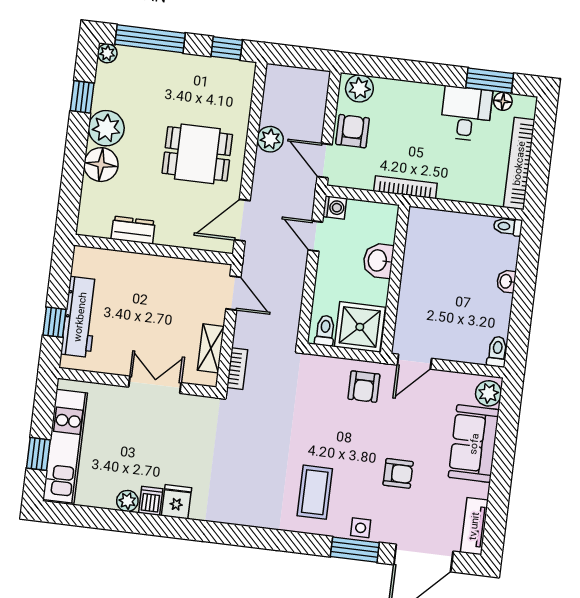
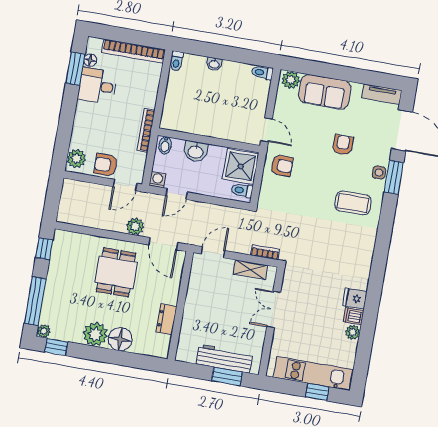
window: (82, 97) -> (56, 347), moved
plant: (270, 139) -> (135, 226), moved
bidet: (385, 216) -> (165, 145), added
window: (54, 322) -> (227, 376), width x1.50

